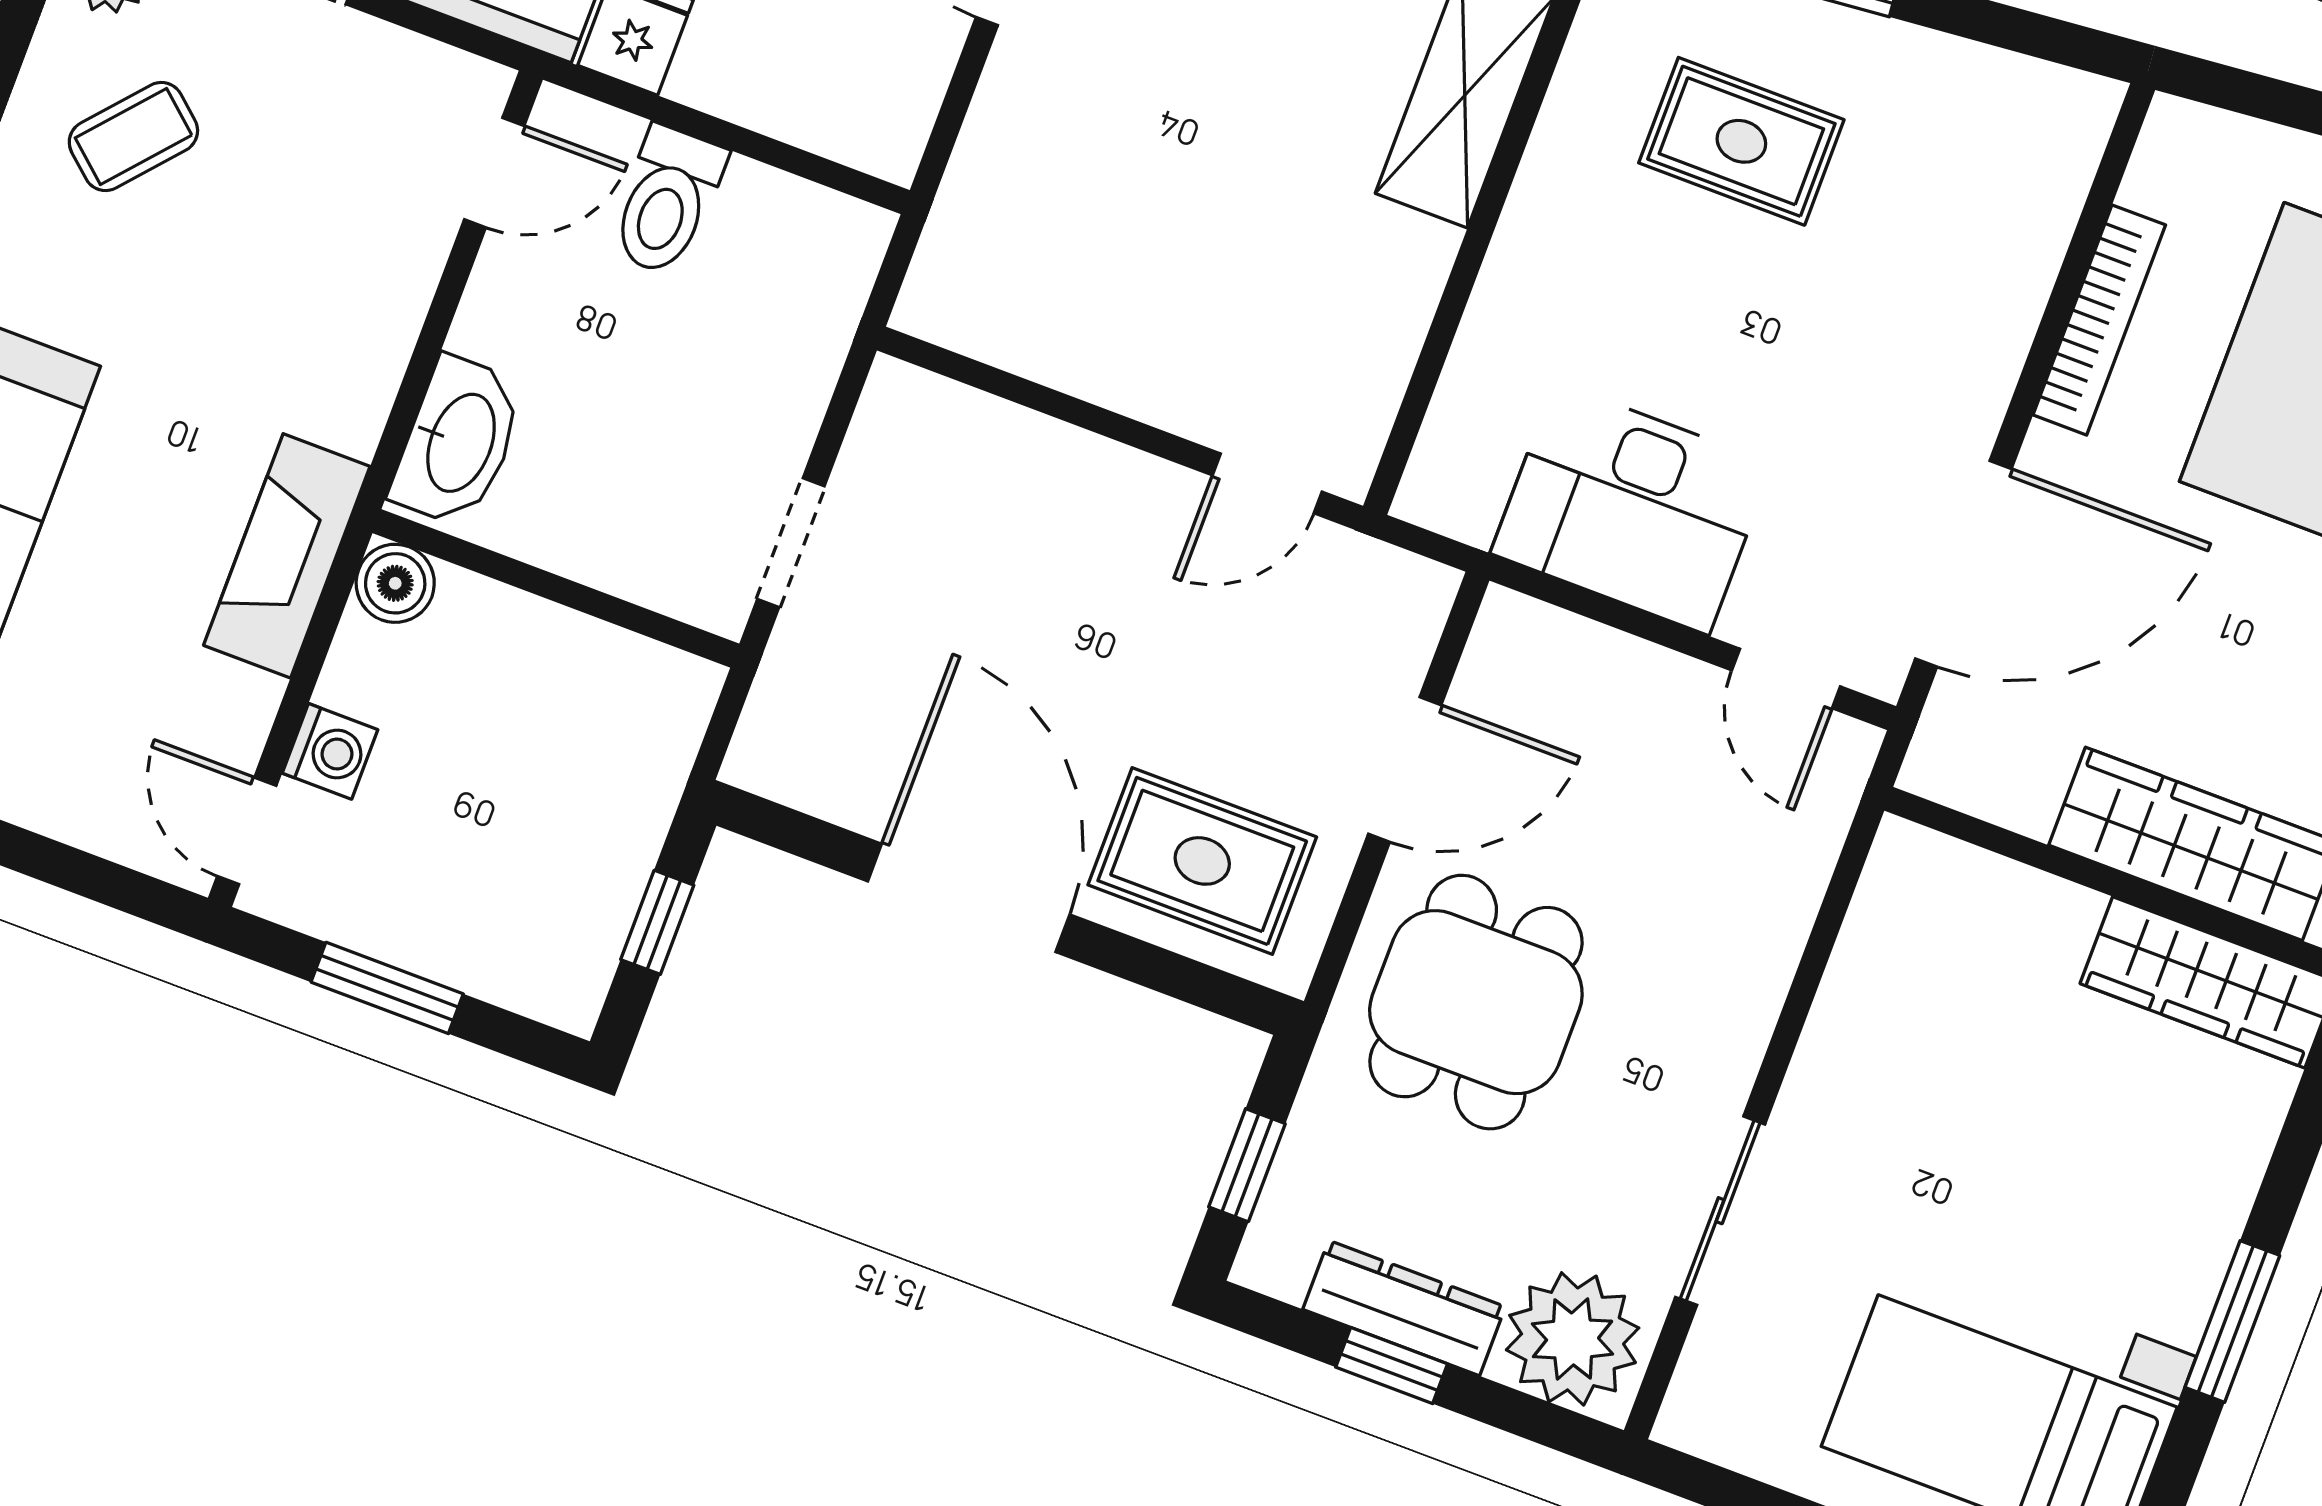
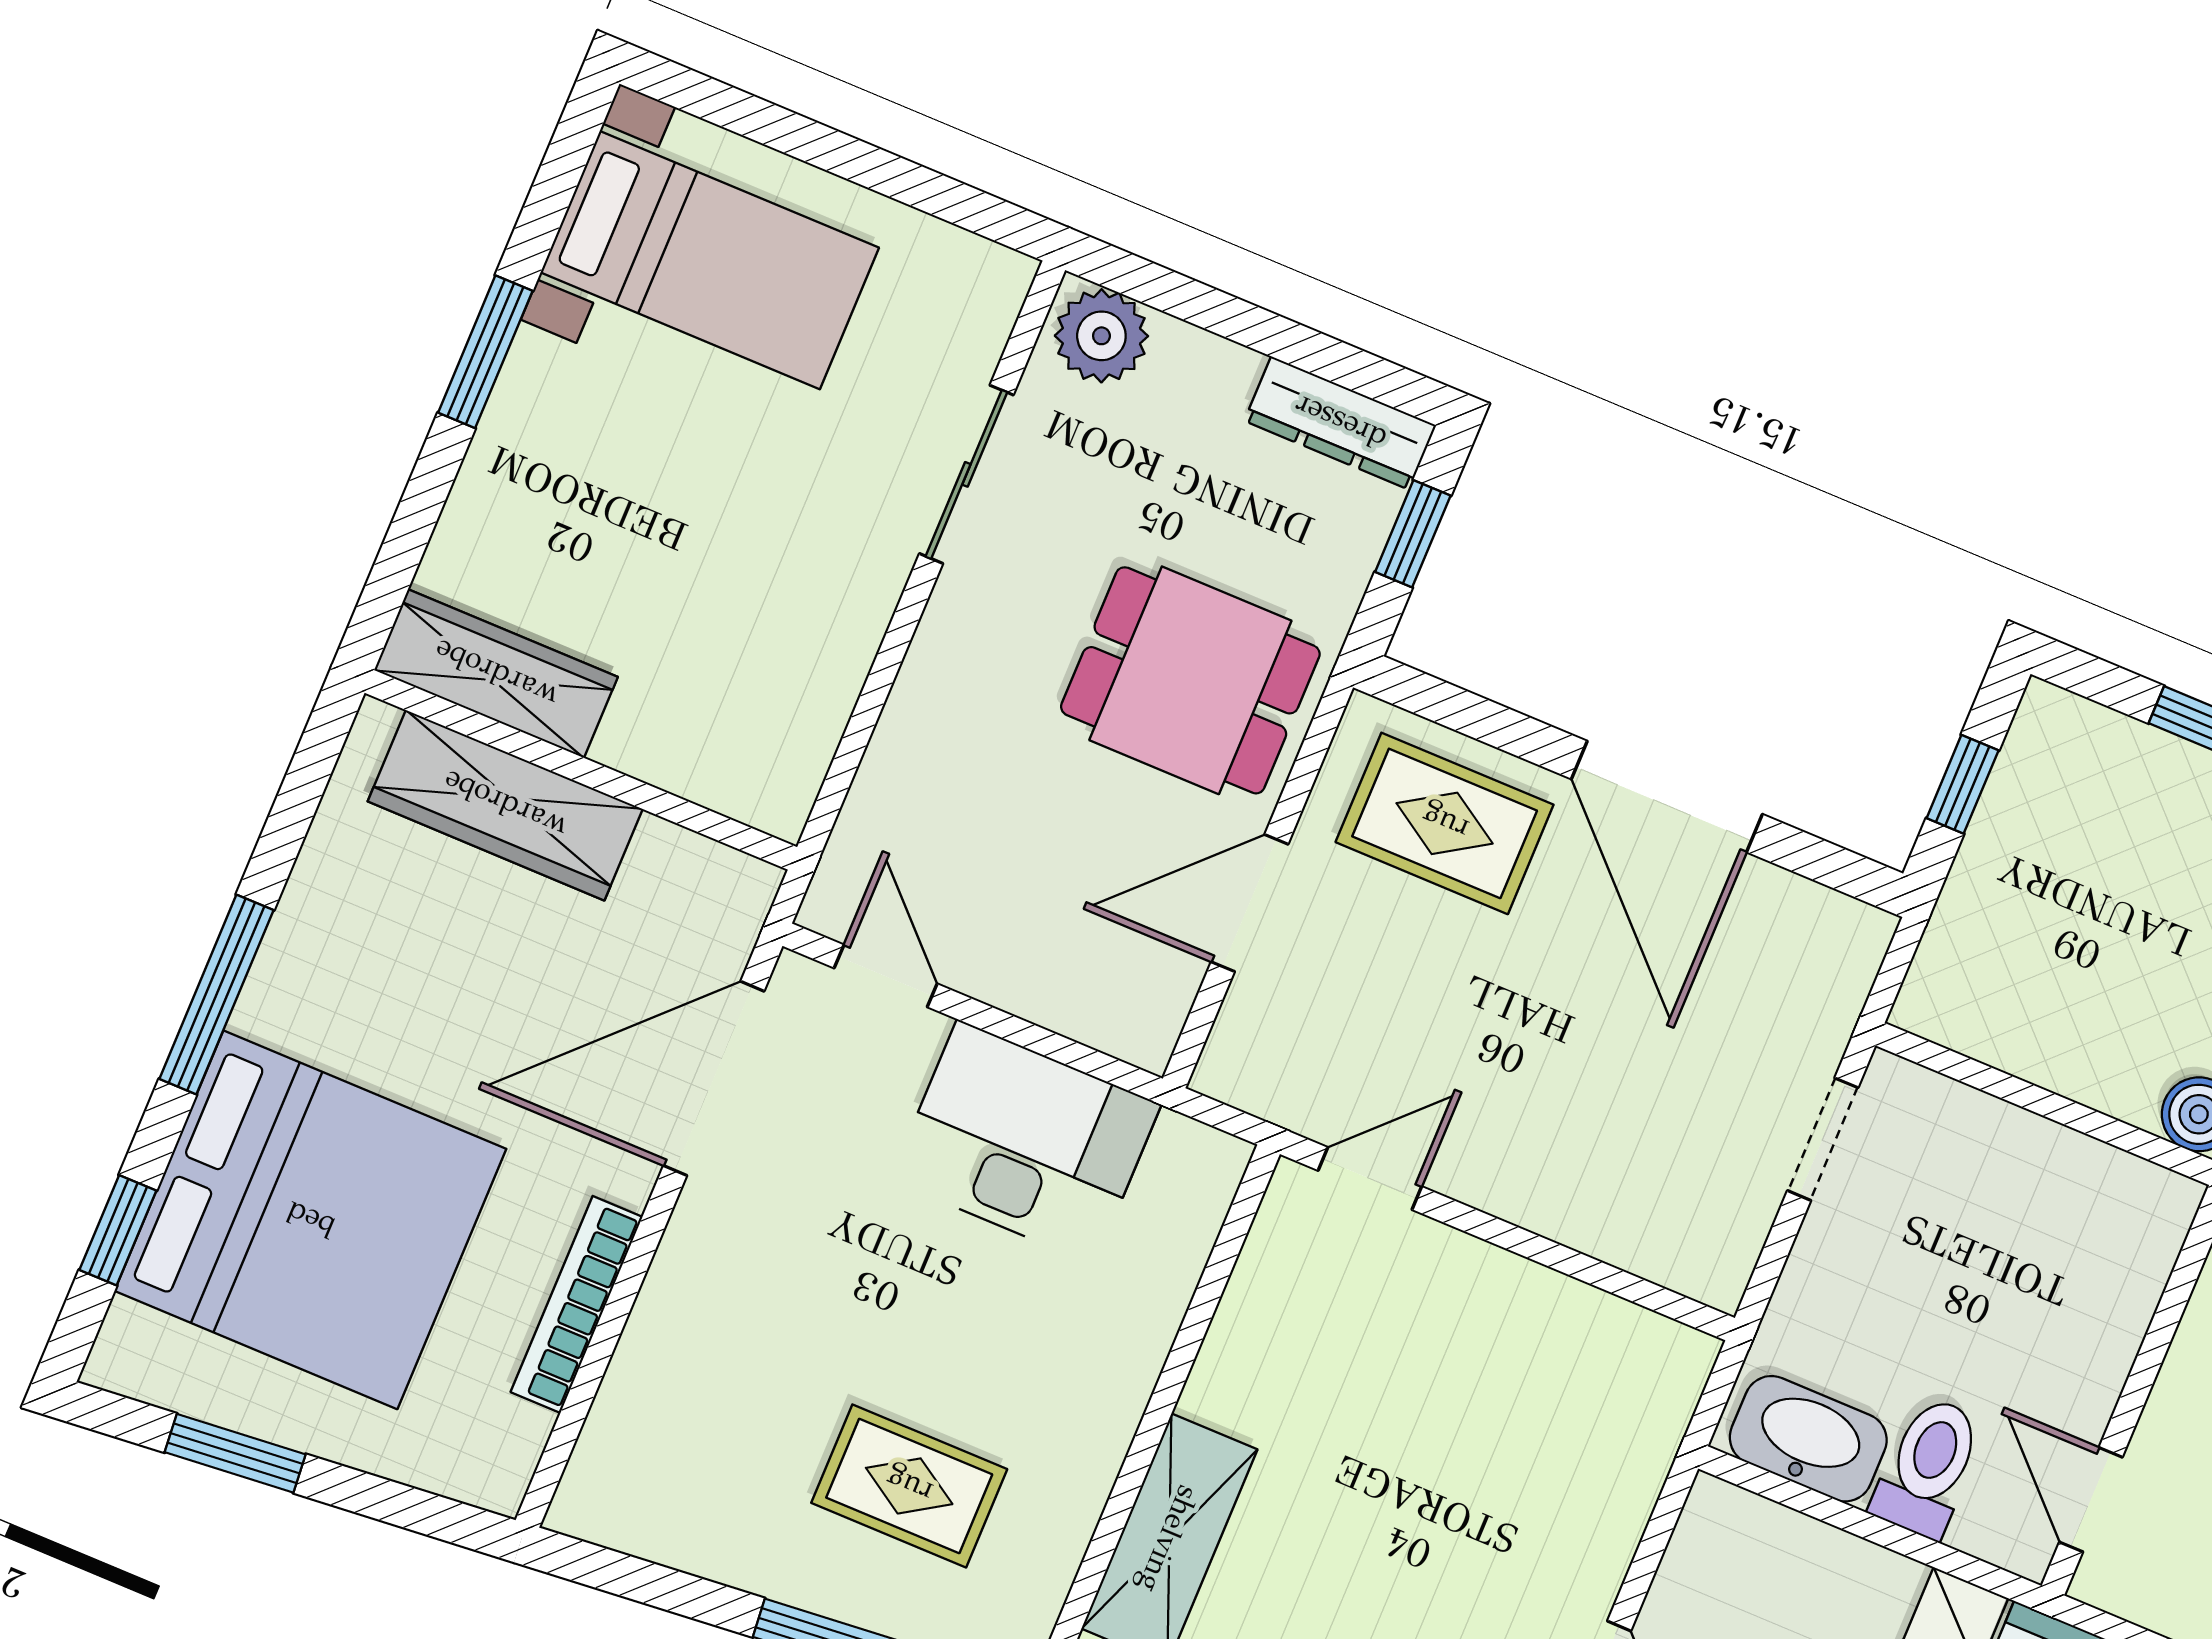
door: (494, 173) -> (2091, 1500), hinge flipped
washbasin: (458, 442) -> (1808, 1439), moved, turned 90
dining table: (1476, 1002) -> (1190, 680), turned 90
dresser: (1404, 1308) -> (1340, 423), moved
plant: (1573, 1339) -> (1101, 336), width x0.73, depth x0.73
window: (1392, 1366) -> (1283, 339), removed

